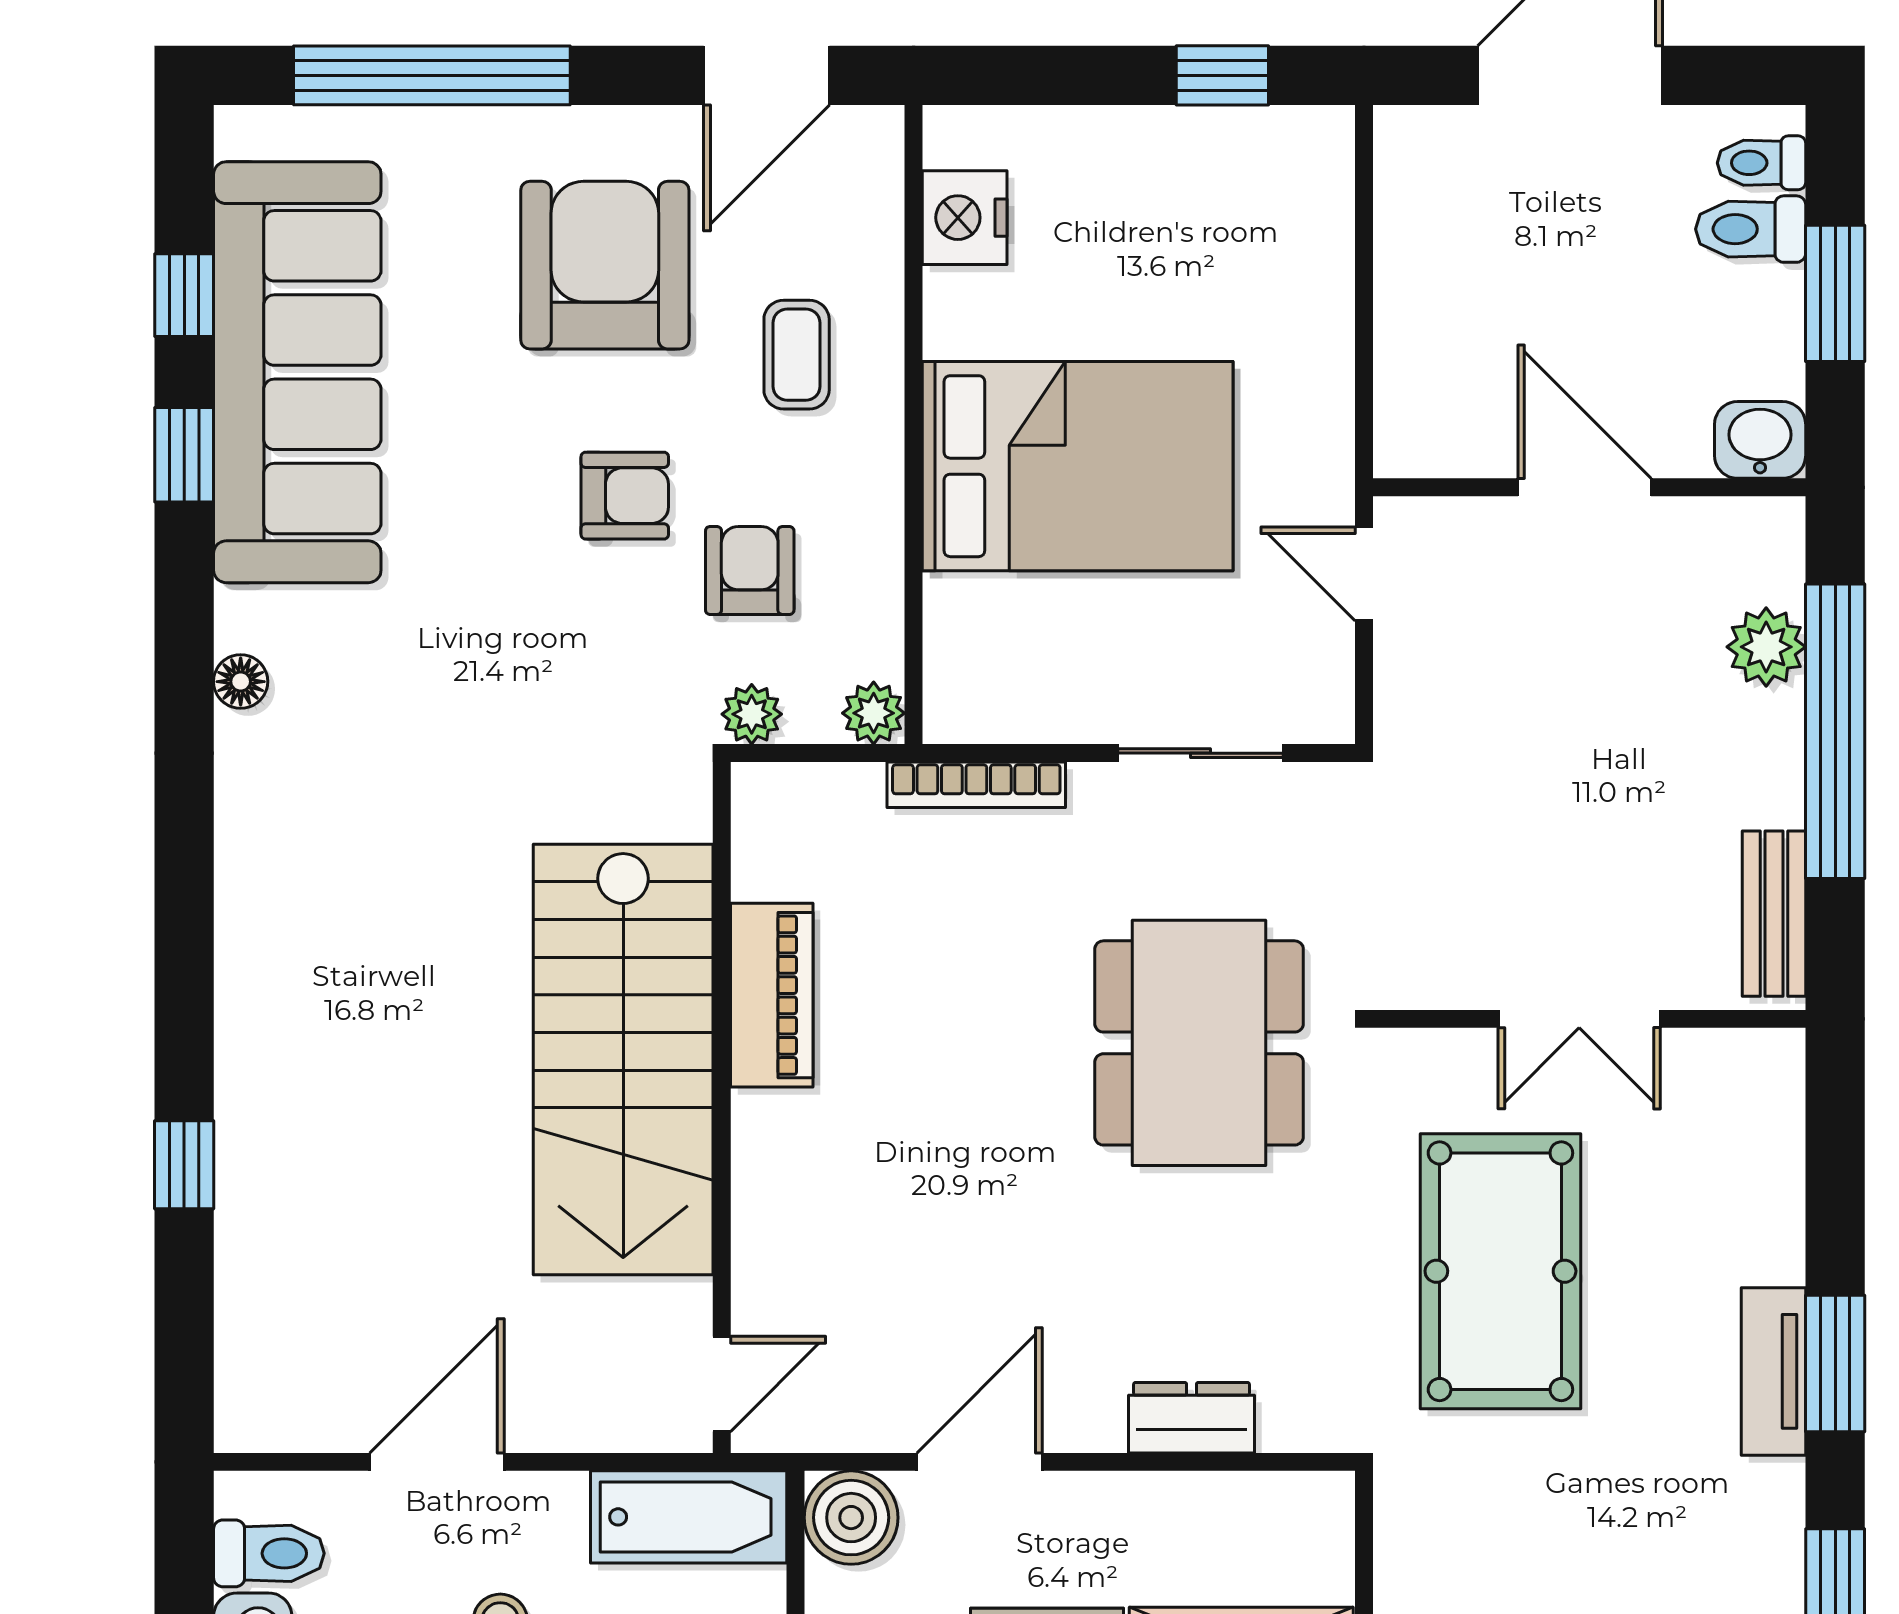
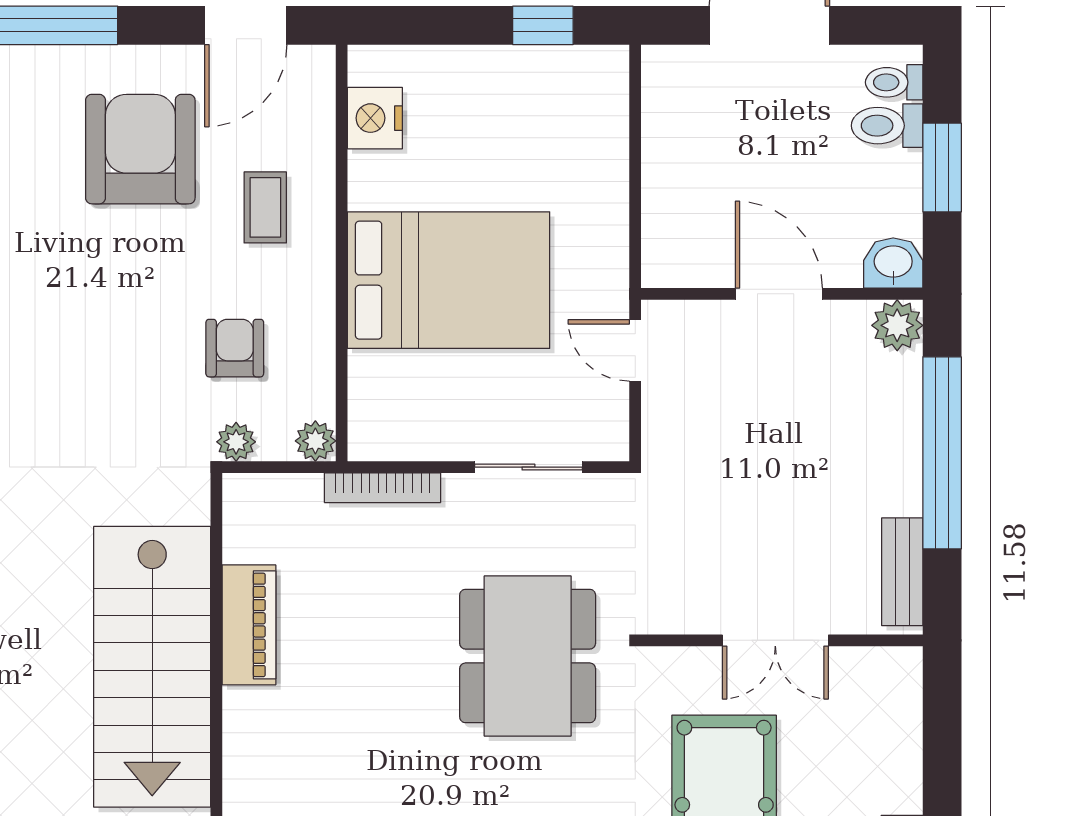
armchair: (625, 496) -> (153, 299), removed
plant: (1766, 647) -> (897, 325), moved

